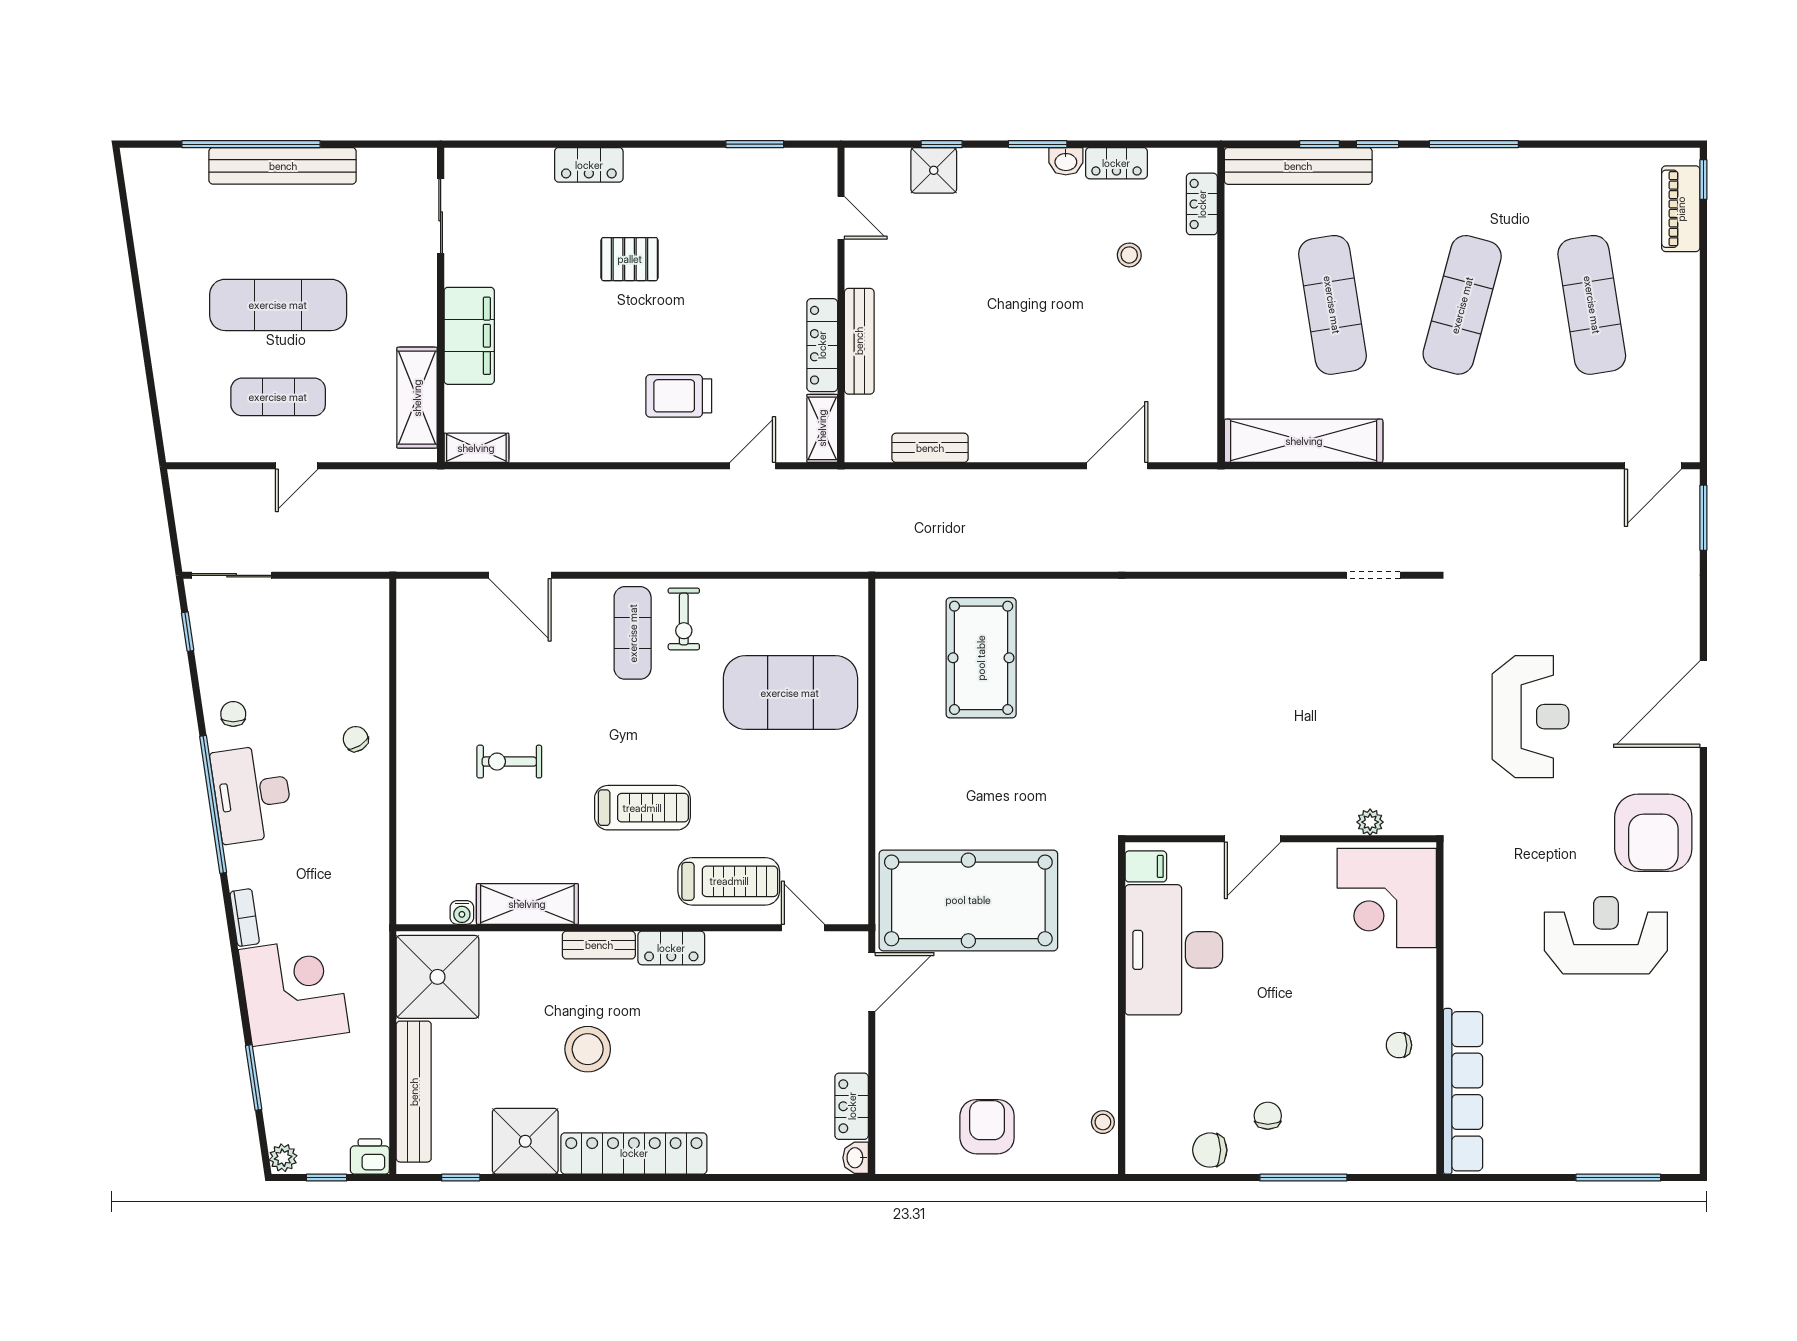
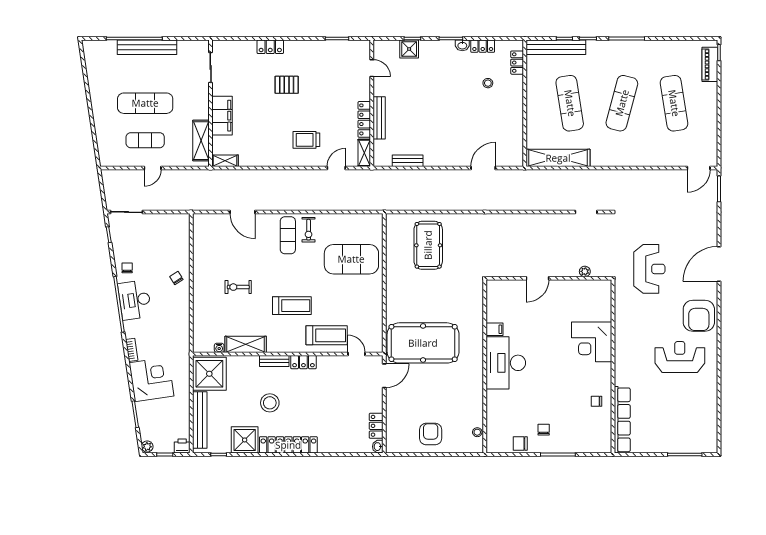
plant: (1370, 822) -> (585, 271), moved
door: (1253, 839) -> (537, 278), moved
wall: (1281, 839) -> (549, 278), moved

